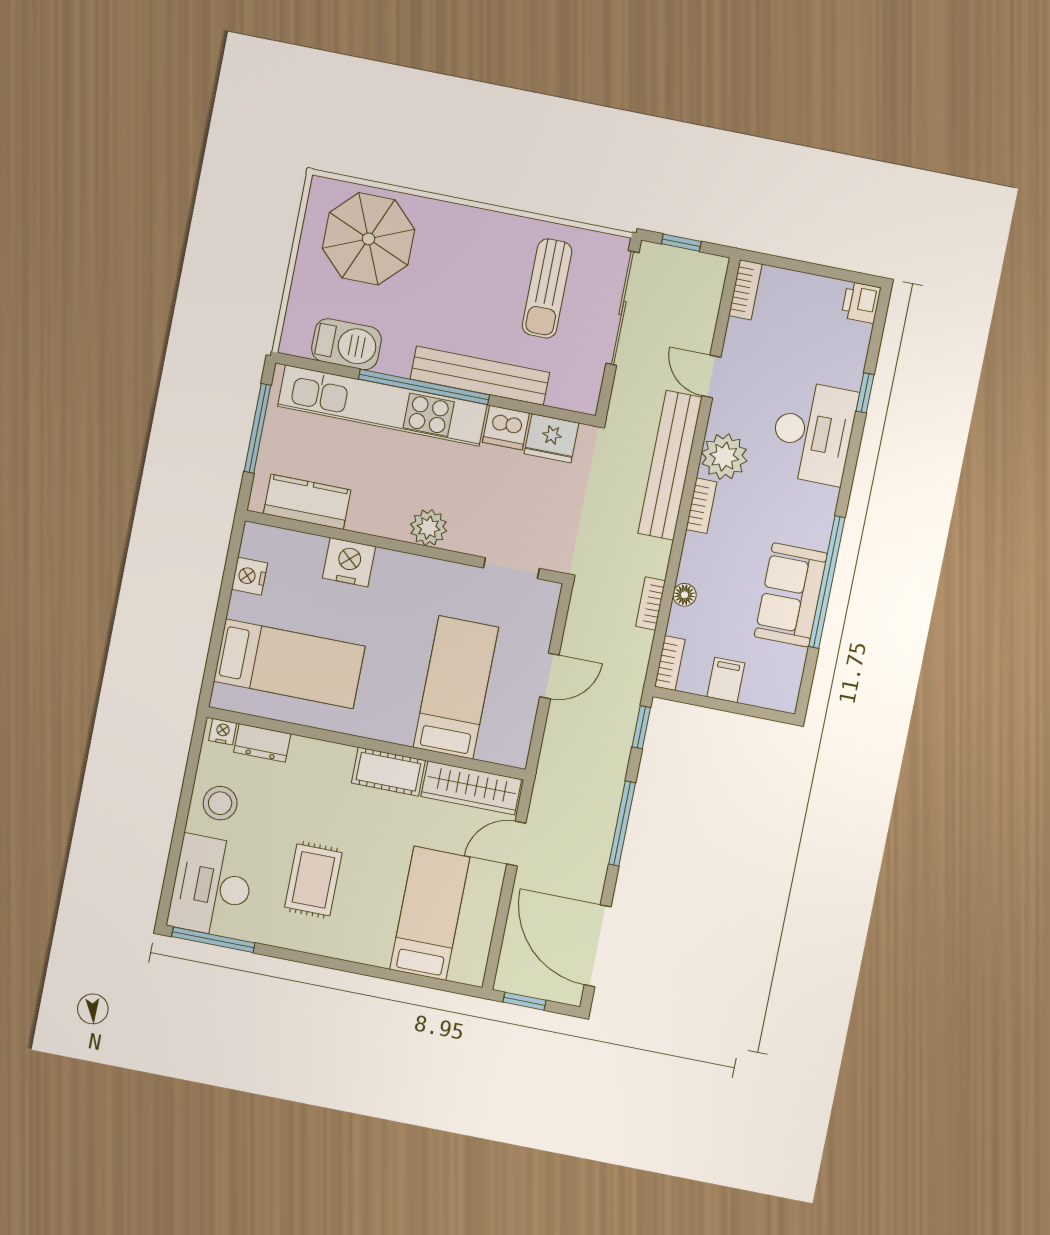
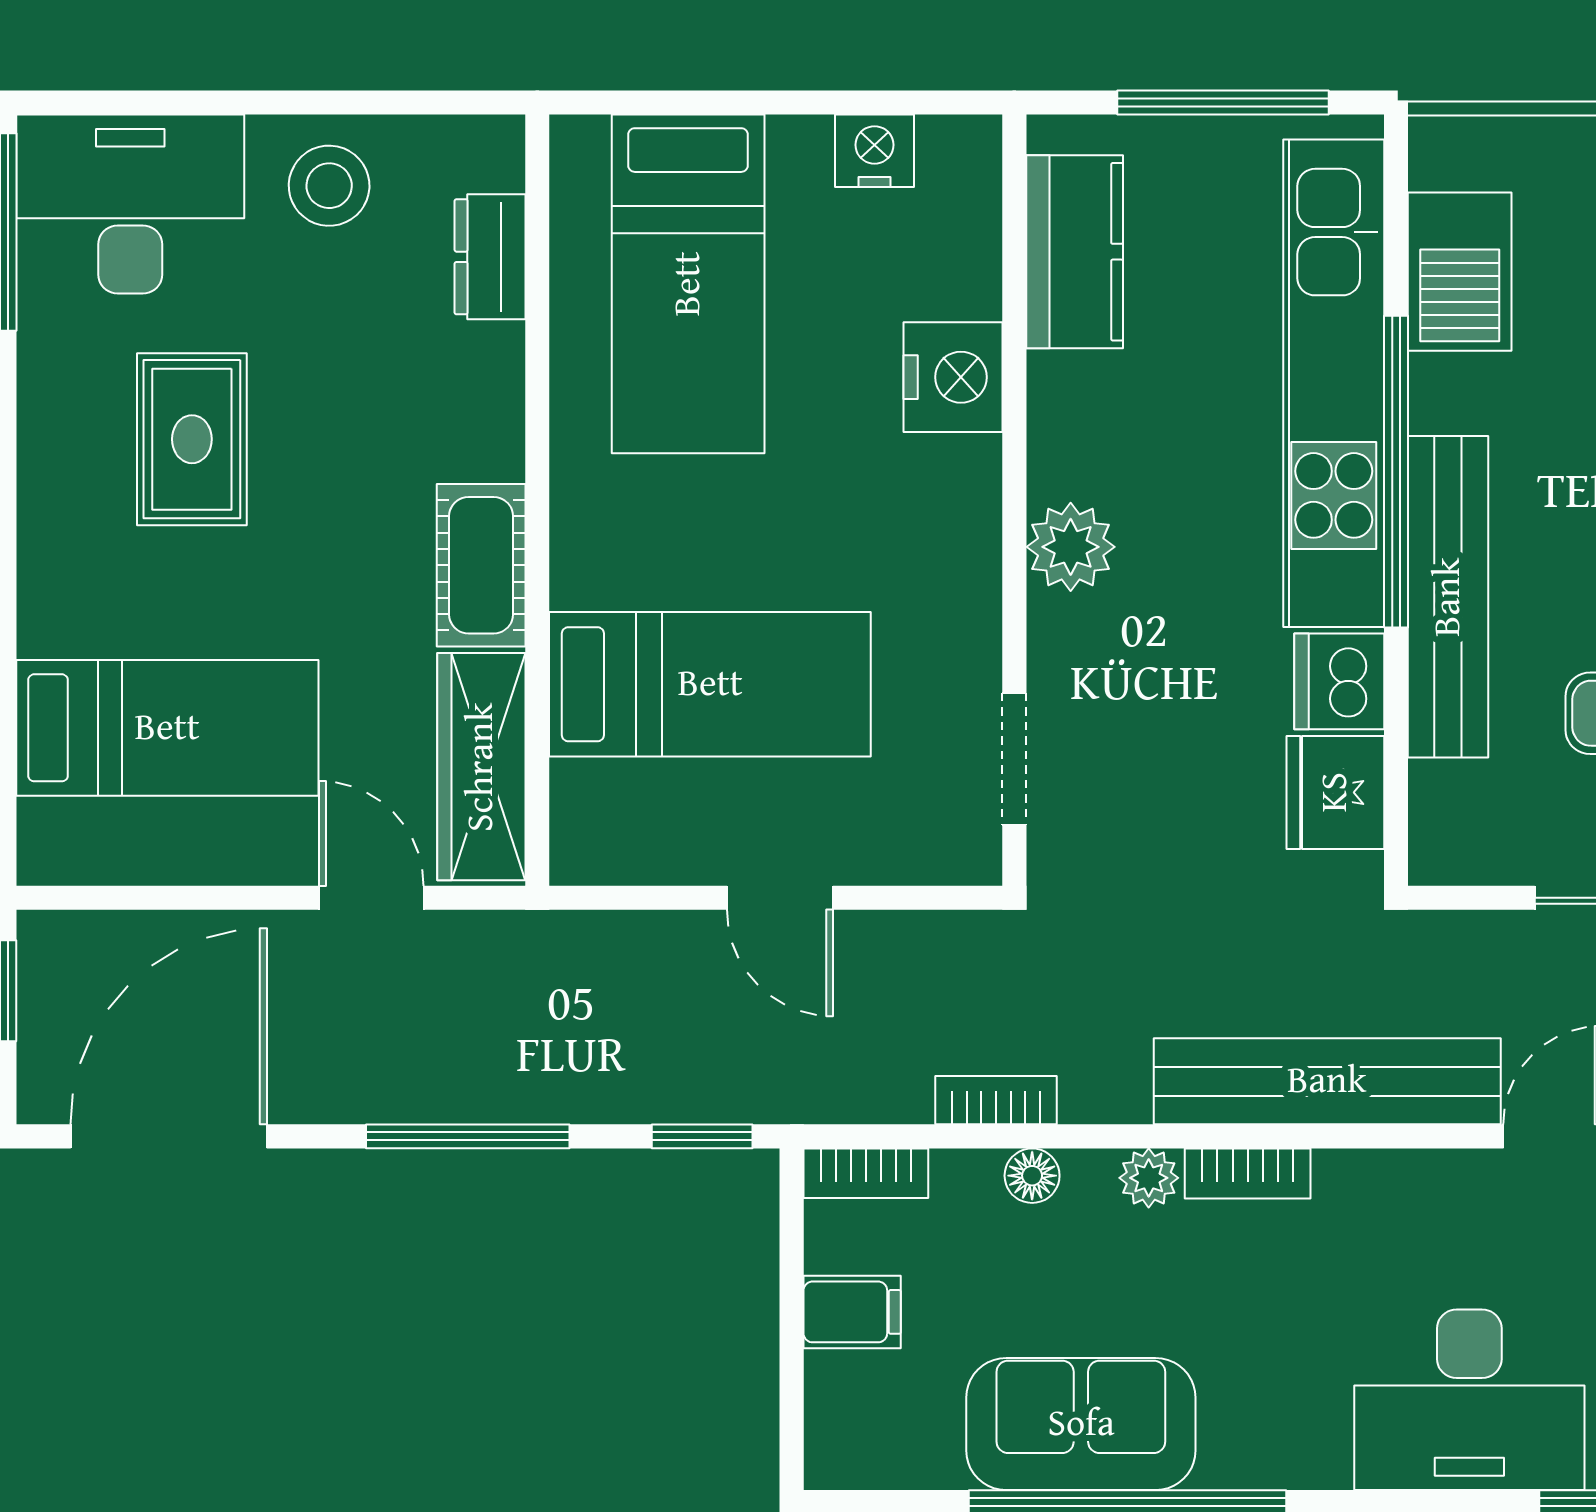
plant: (724, 457) -> (1149, 1178), moved, width x0.53, depth x0.53
nightstand: (223, 732) -> (498, 159), removed
rug: (313, 880) -> (192, 439), turned 90

